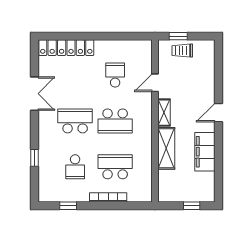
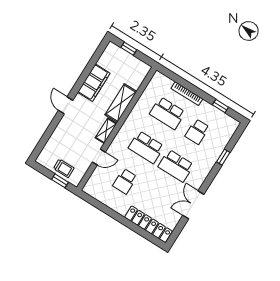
door: (218, 113) -> (66, 105), swing flipped
school desk: (115, 121) -> (146, 147), turned 180
school desk: (75, 167) -> (197, 132), turned 180

